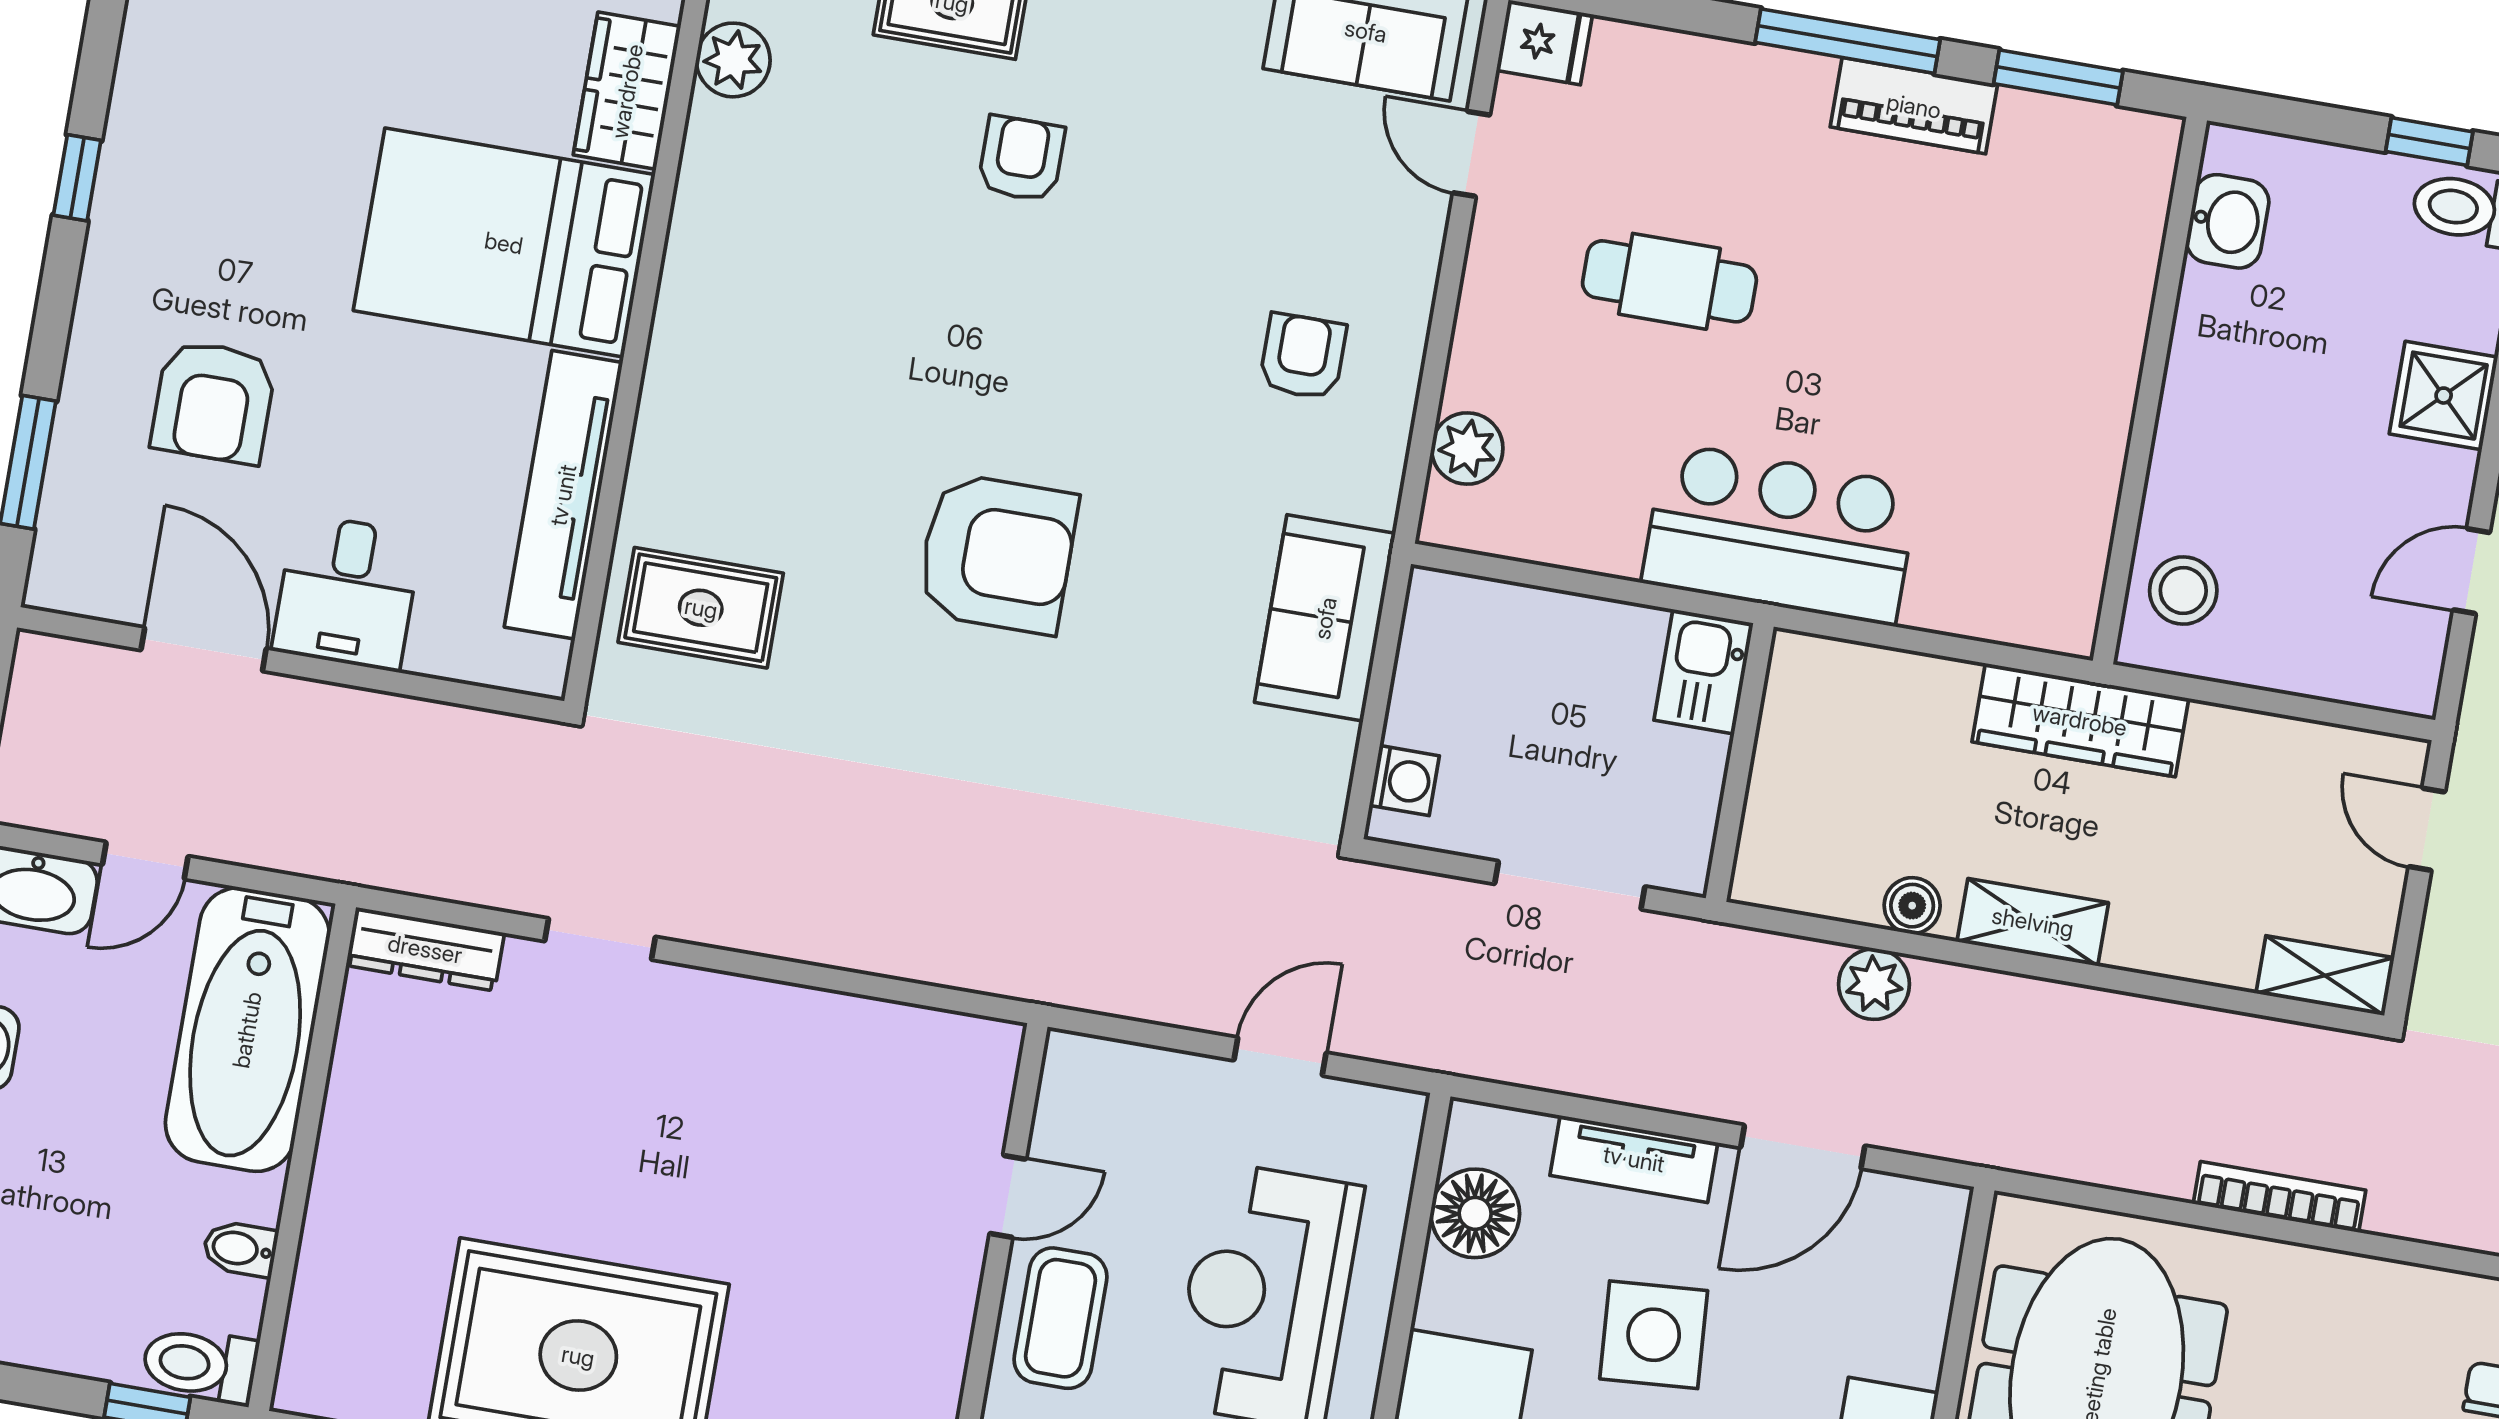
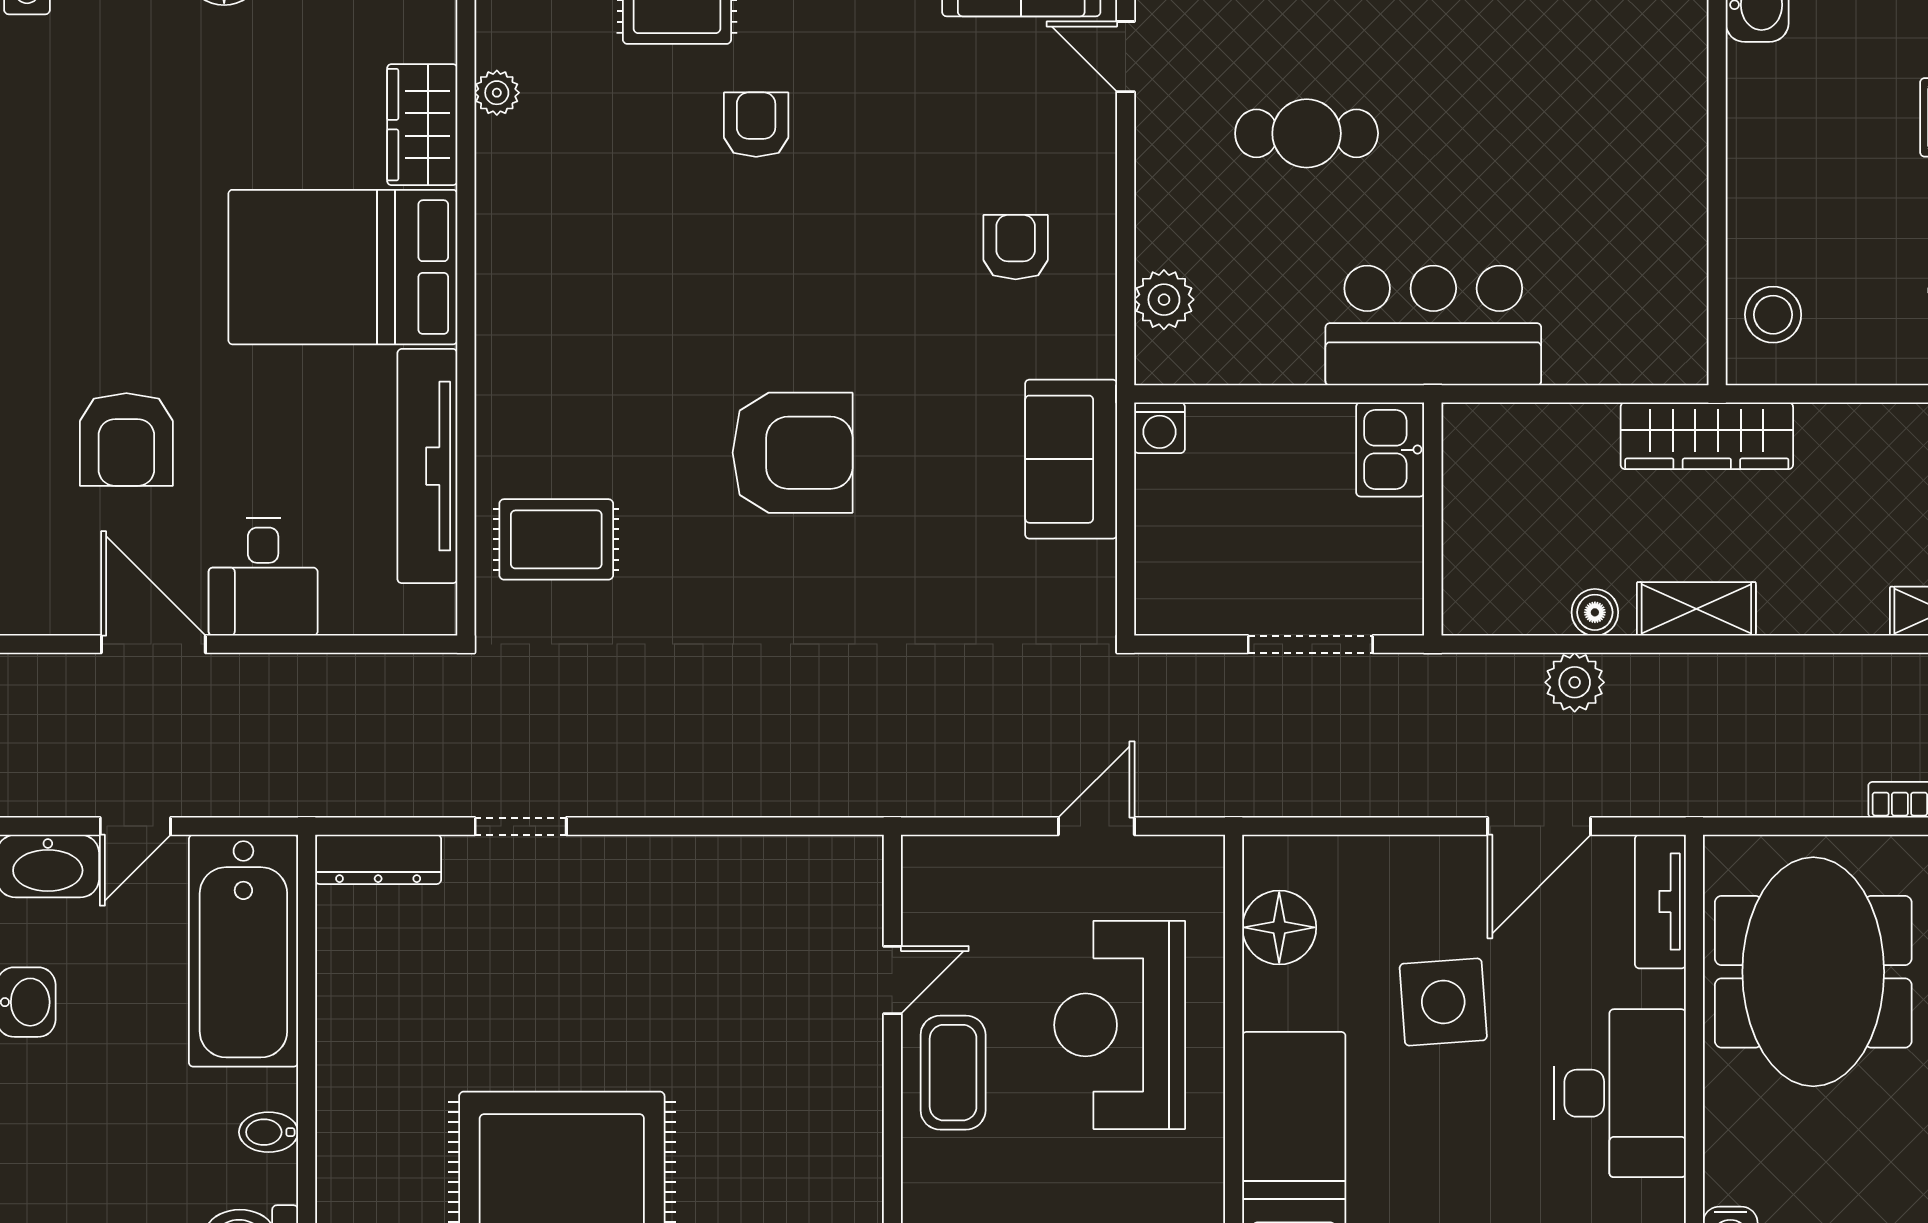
plant: (733, 60) -> (497, 93), width x0.73, depth x0.73
washing machine: (1404, 781) -> (1160, 428), moved, turned 90
tv unit: (1634, 1159) -> (1660, 902), moved, turned 90

